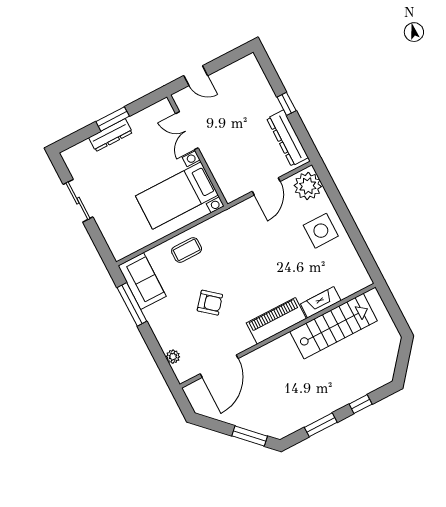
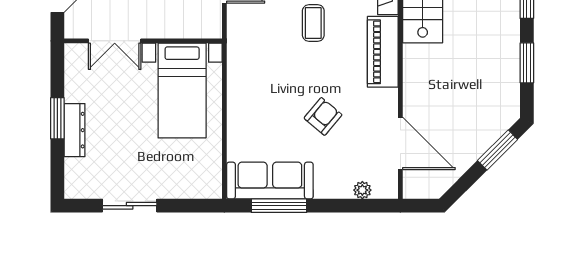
coffee table: (187, 250) -> (313, 23), moved
sofa: (142, 281) -> (270, 181), width x1.36

